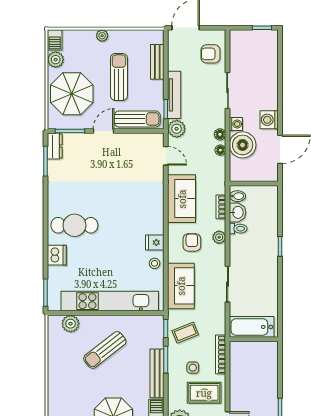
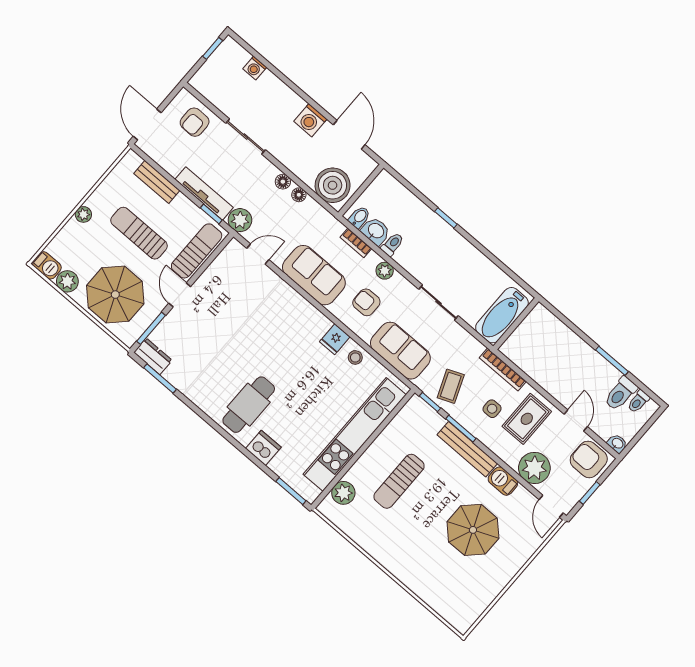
washing machine: (236, 124) -> (255, 68), moved, turned 180
boiler: (243, 145) -> (333, 185), moved
sun lounger: (105, 350) -> (399, 481), turned 38

